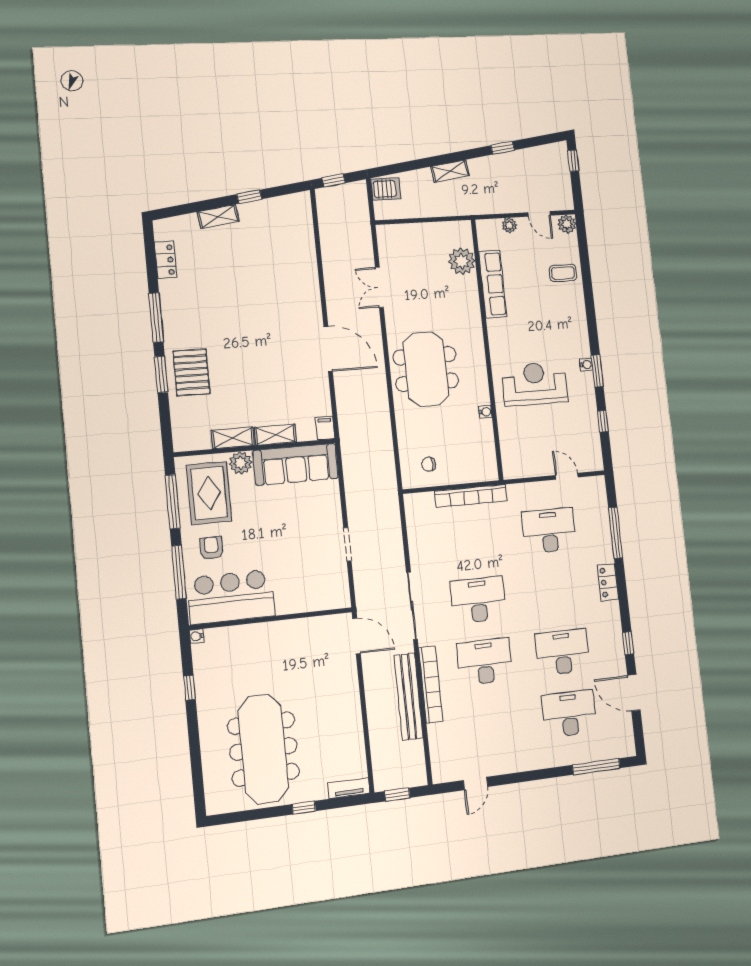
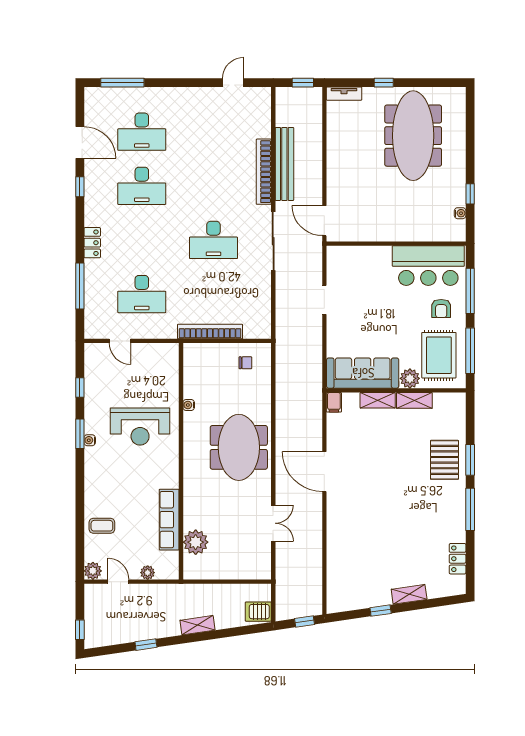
water cooler: (197, 636) -> (460, 213), moved
desk: (485, 662) -> (213, 186), removed

